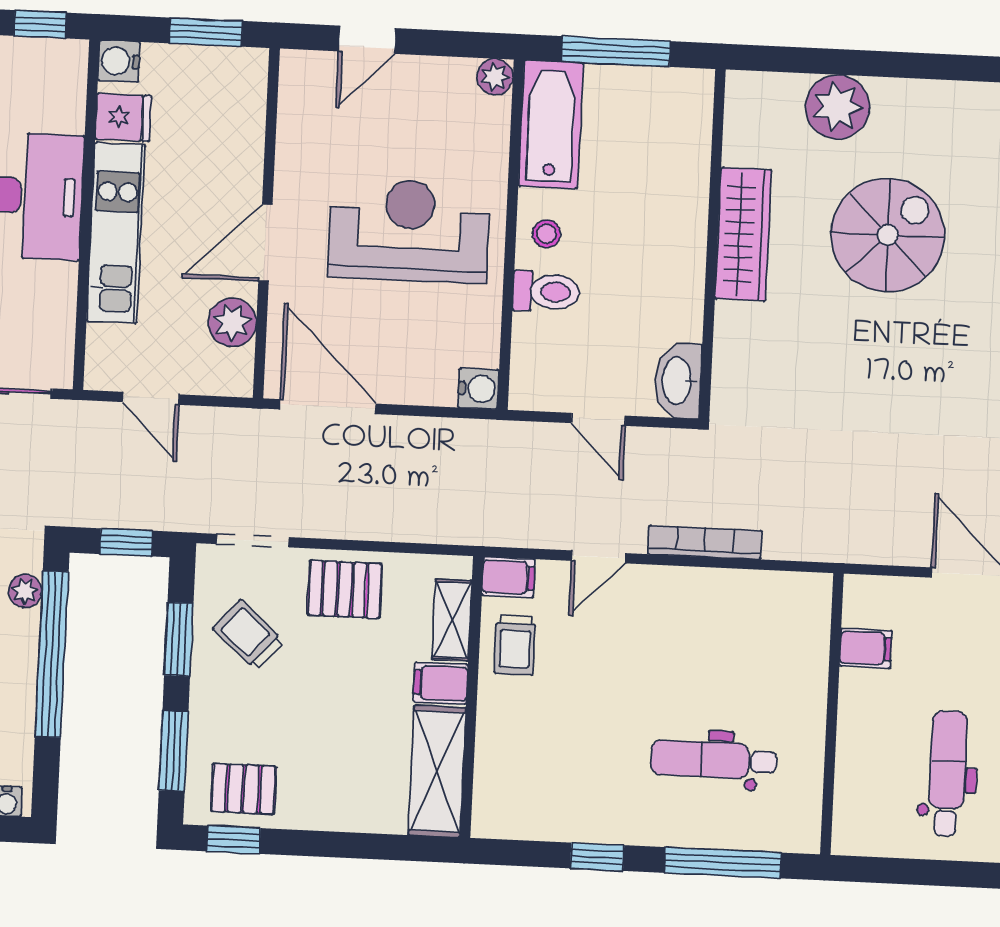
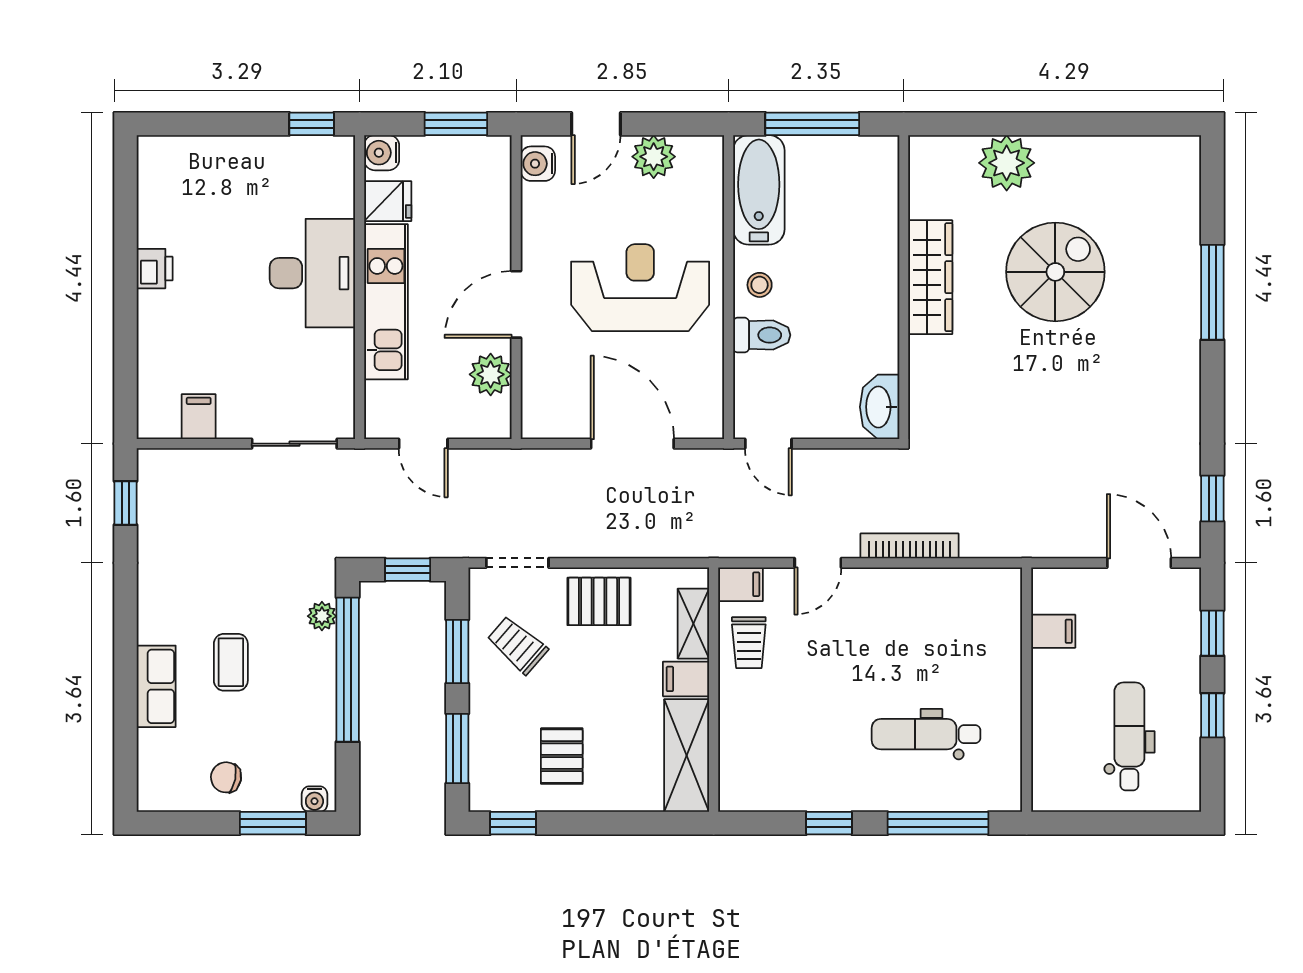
plant: (495, 77) -> (654, 157), moved, width x1.38, depth x1.38
water cooler: (478, 389) -> (538, 164), moved, turned 180
door: (328, 407) -> (632, 444), moved
door: (598, 419) -> (768, 444), moved
pallet: (243, 789) -> (562, 756), moved, turned 90

